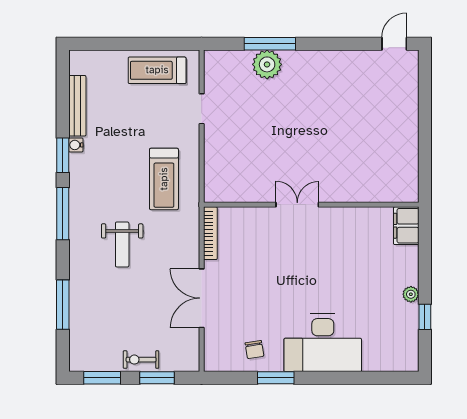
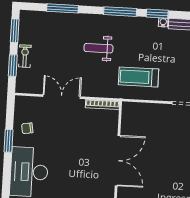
double door: (297, 205) -> (117, 161), width x1.87

